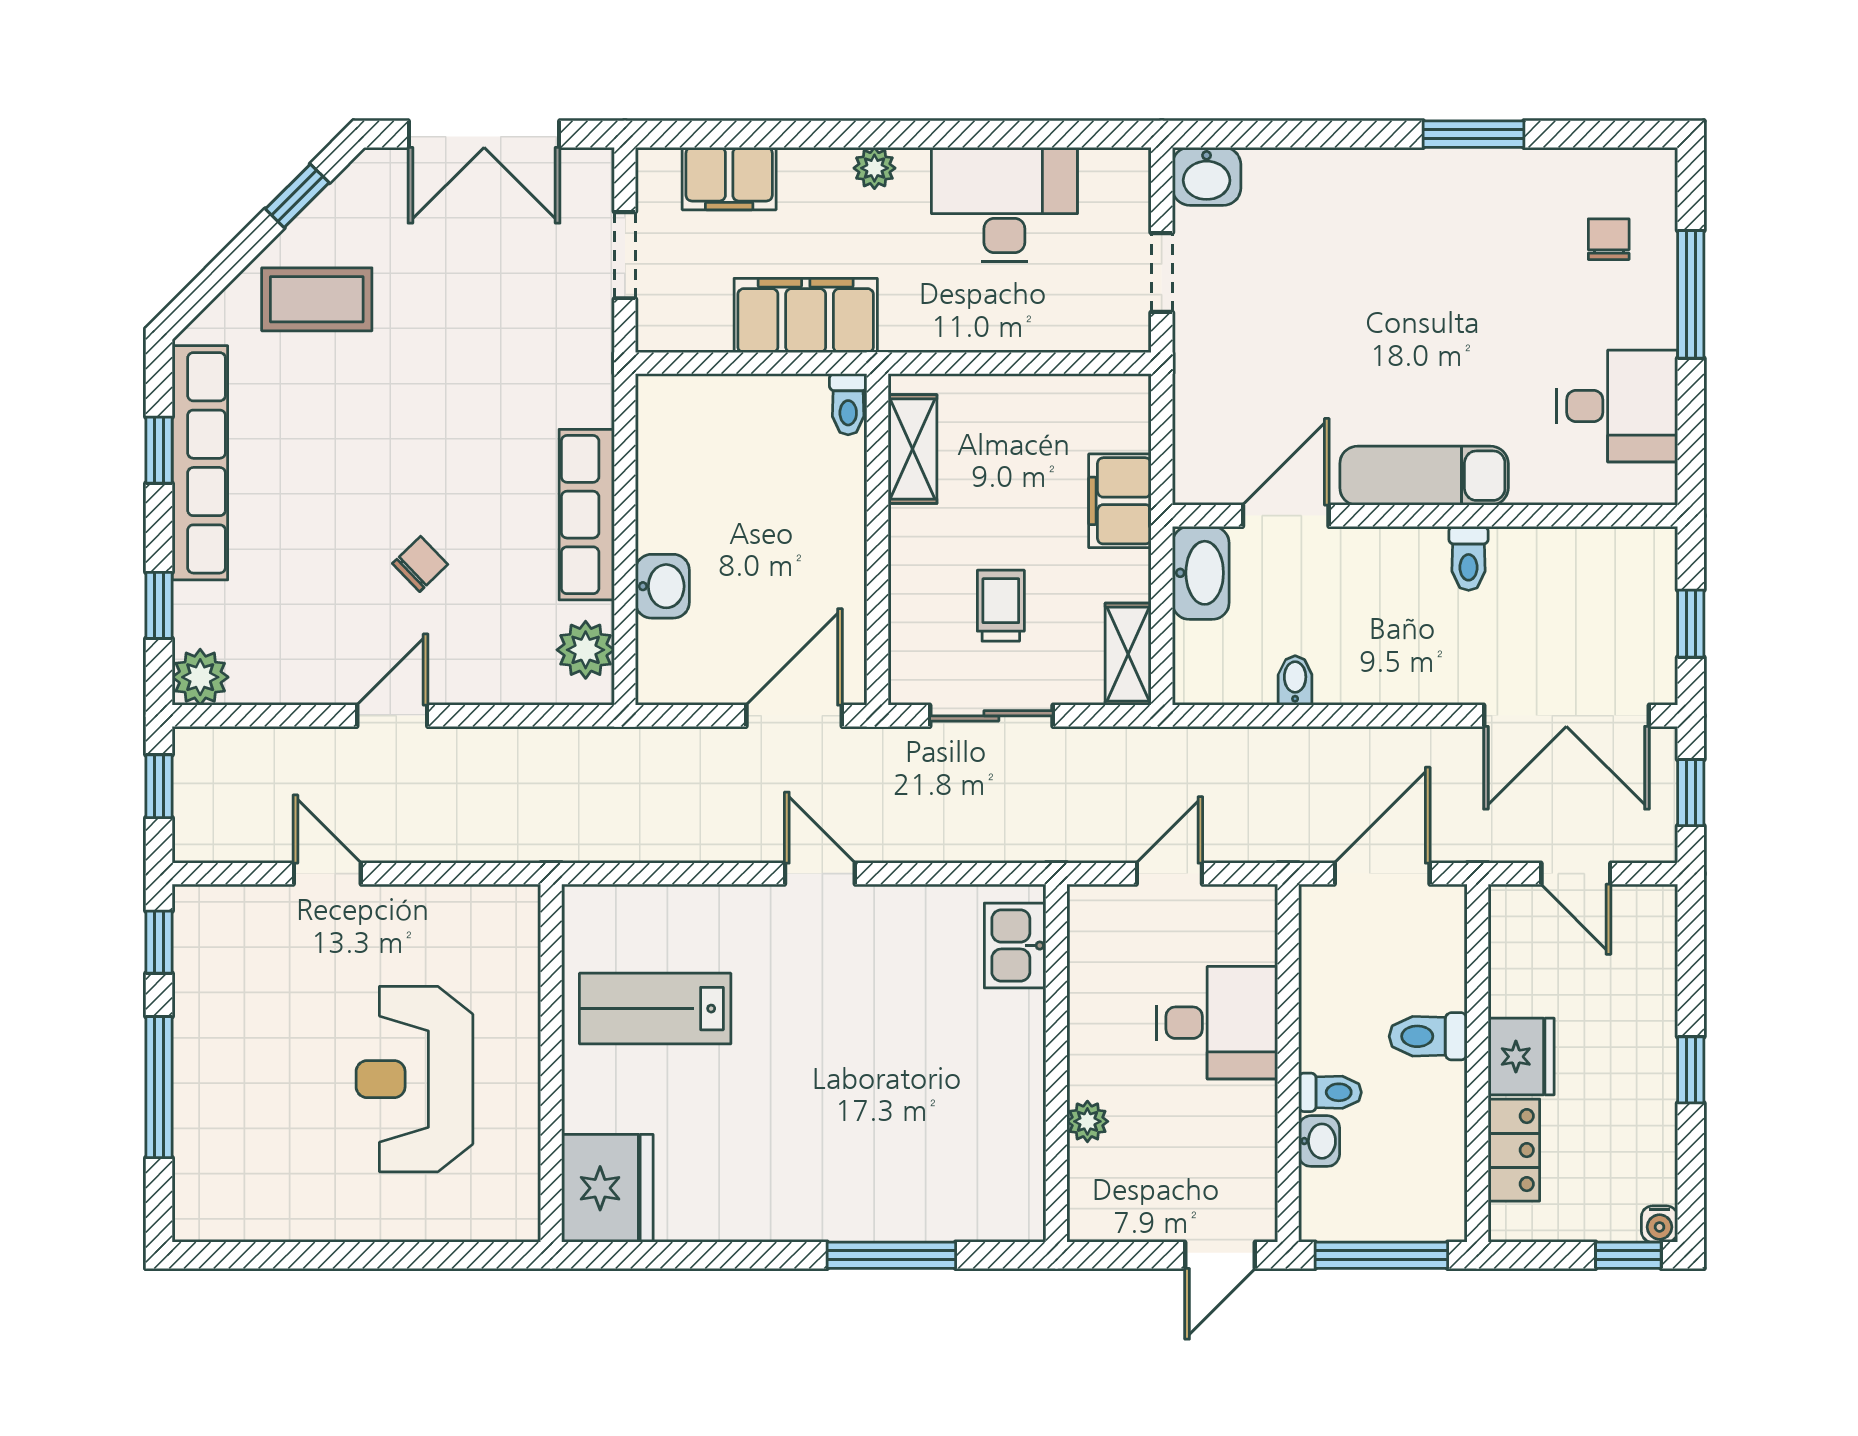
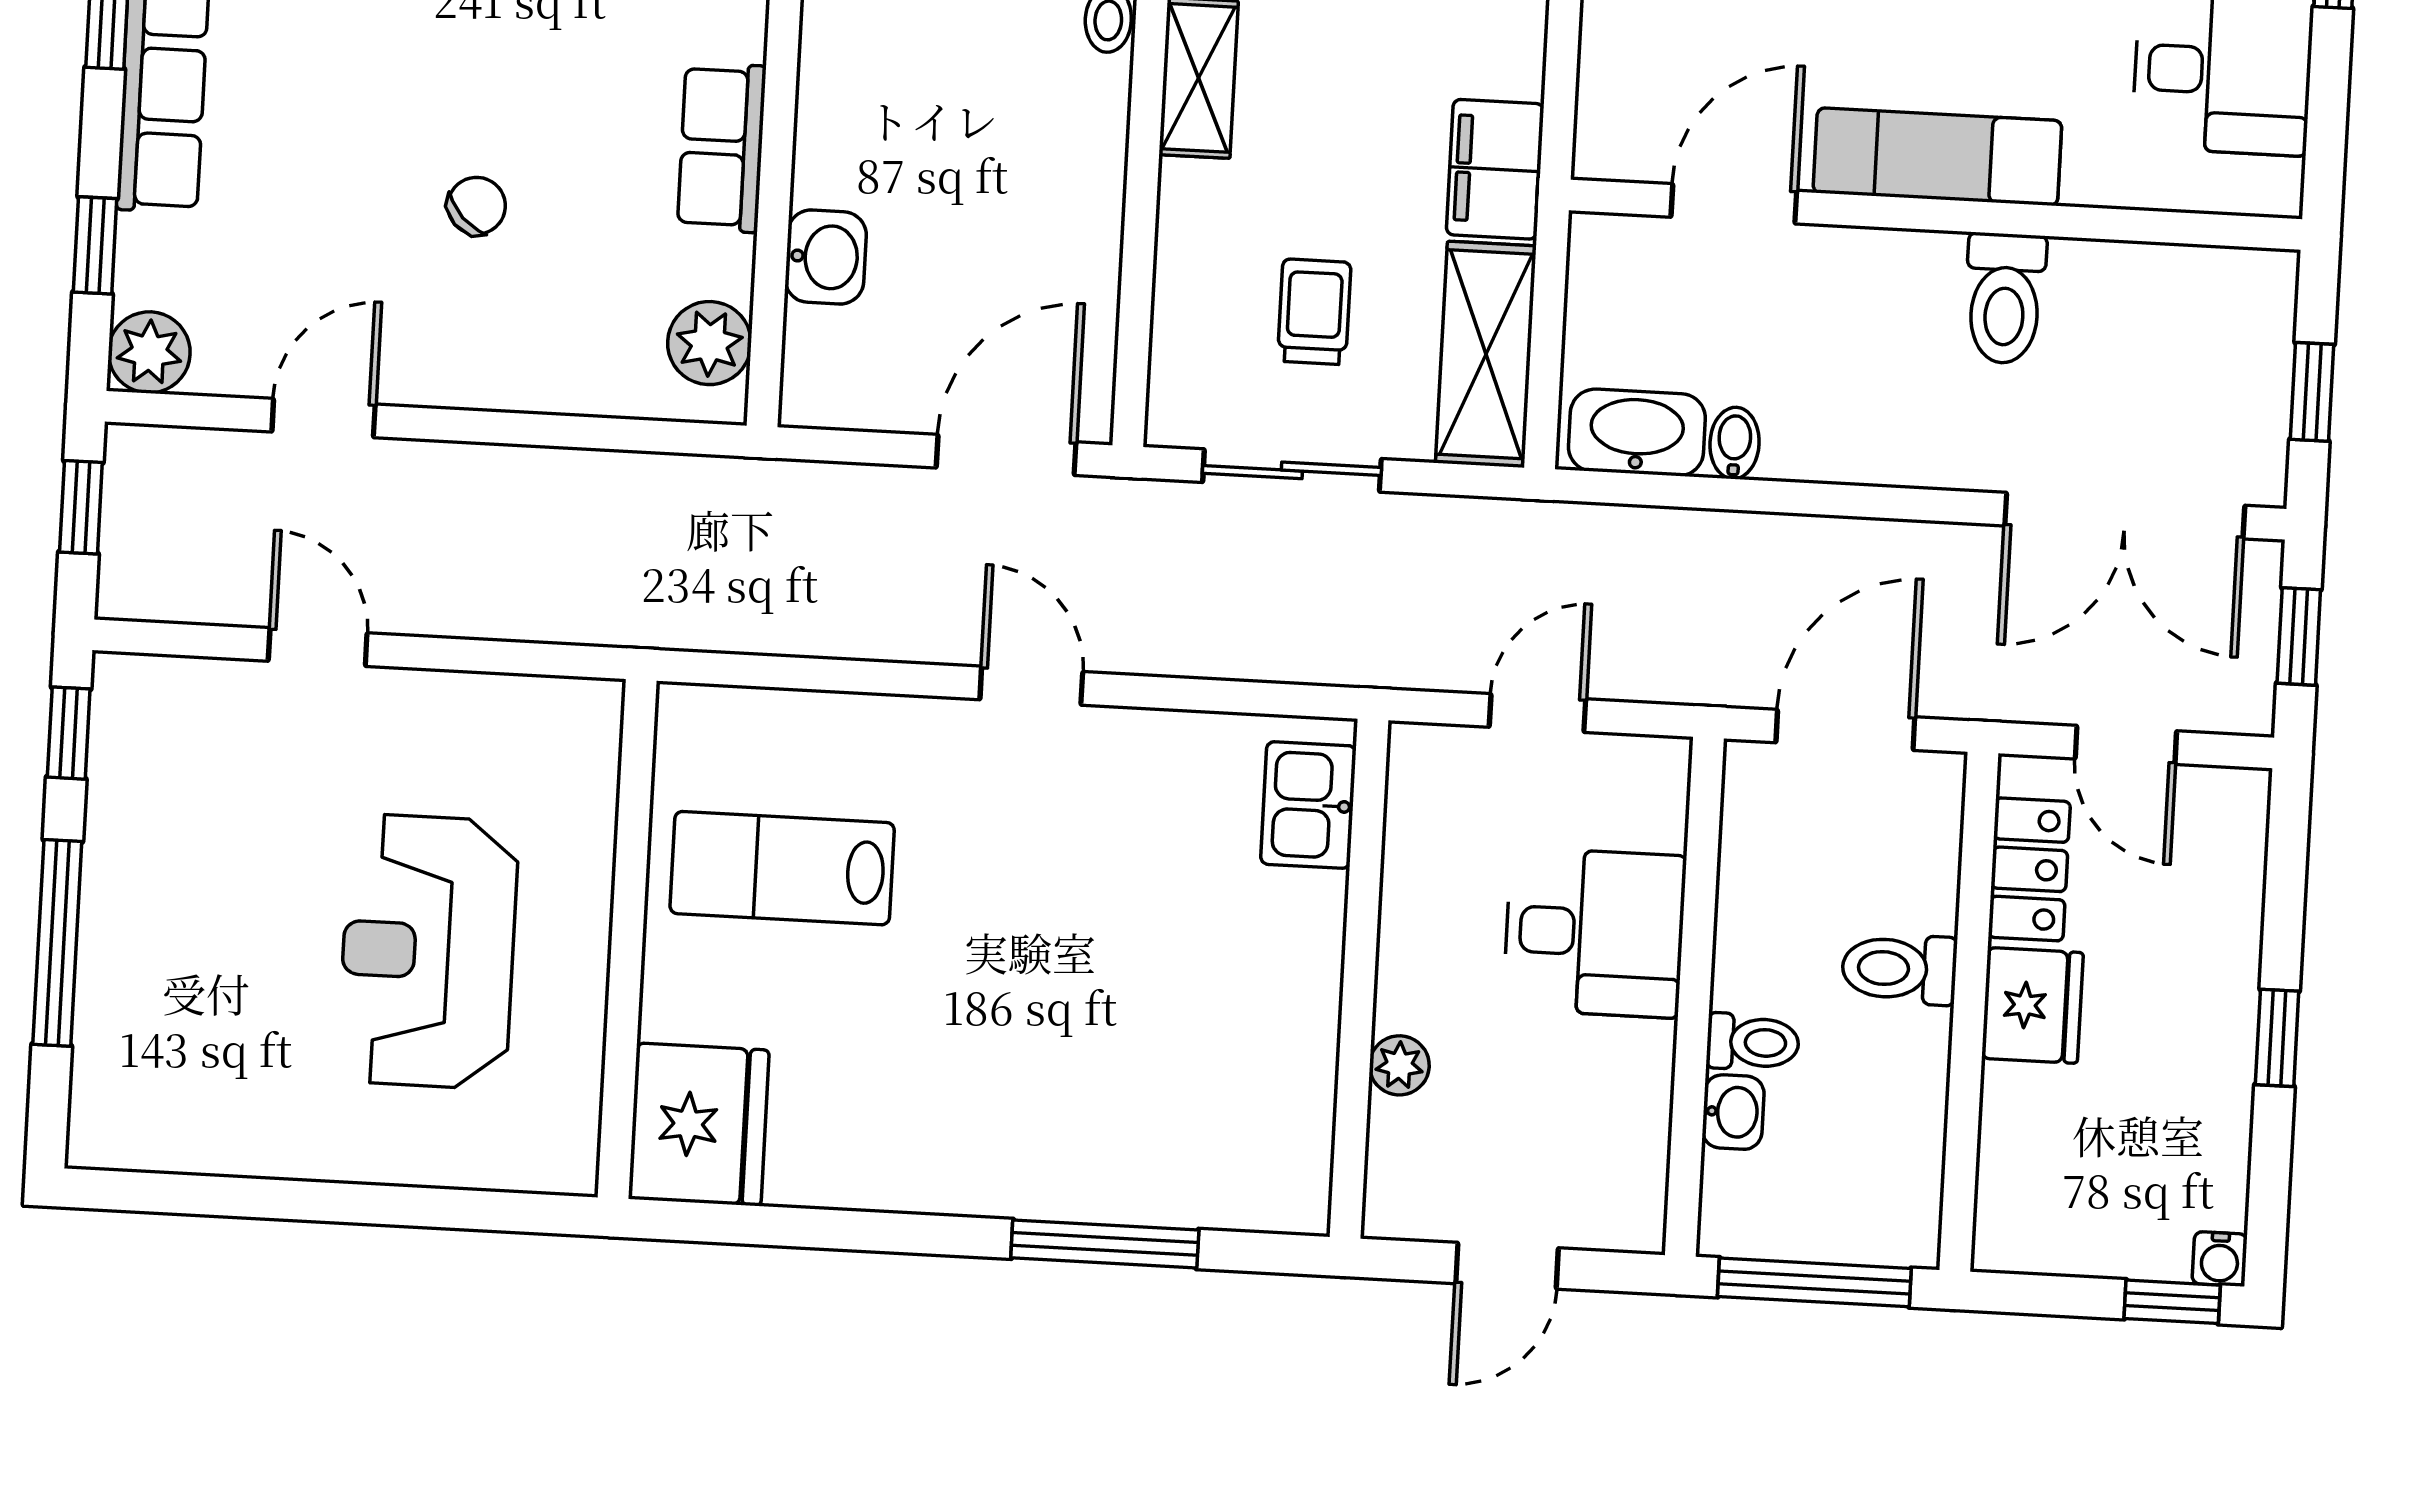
row of seats: (587, 515) -> (722, 147), width x0.68
toilet: (1469, 558) -> (2005, 298), width x1.37, depth x1.39
washbasin: (1201, 573) -> (1637, 433), moved, turned -90
shelving: (1128, 654) -> (1486, 354), width x1.50, depth x1.33
door: (392, 716) -> (324, 418), moved
locker: (1514, 1150) -> (2029, 869), moved
door: (1220, 1255) -> (1507, 1266), moved

